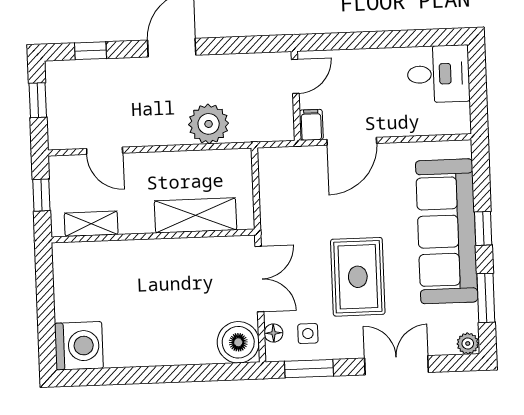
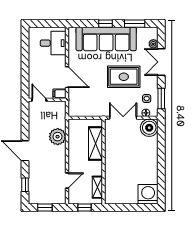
desk: (438, 74) -> (53, 43), moved, turned 90
plant: (468, 343) -> (153, 44), moved

